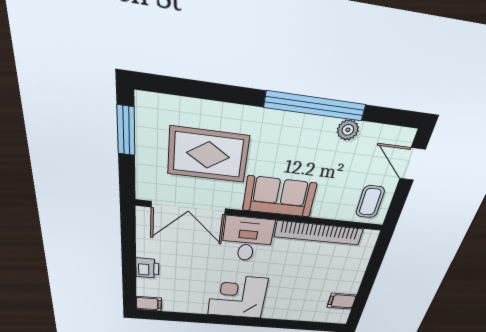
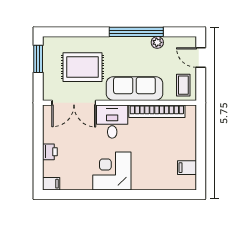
sofa: (279, 197) -> (134, 89), width x1.36

